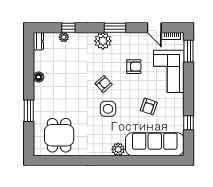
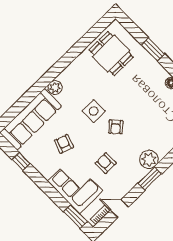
armchair: (134, 67) -> (106, 163), turned 90

